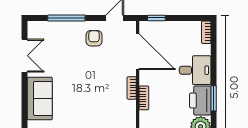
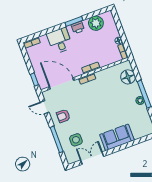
side table: (56, 43) -> (76, 140), added
door: (138, 52) -> (62, 84), hinge flipped
printer: (200, 100) -> (78, 27), width x0.53, depth x0.68

